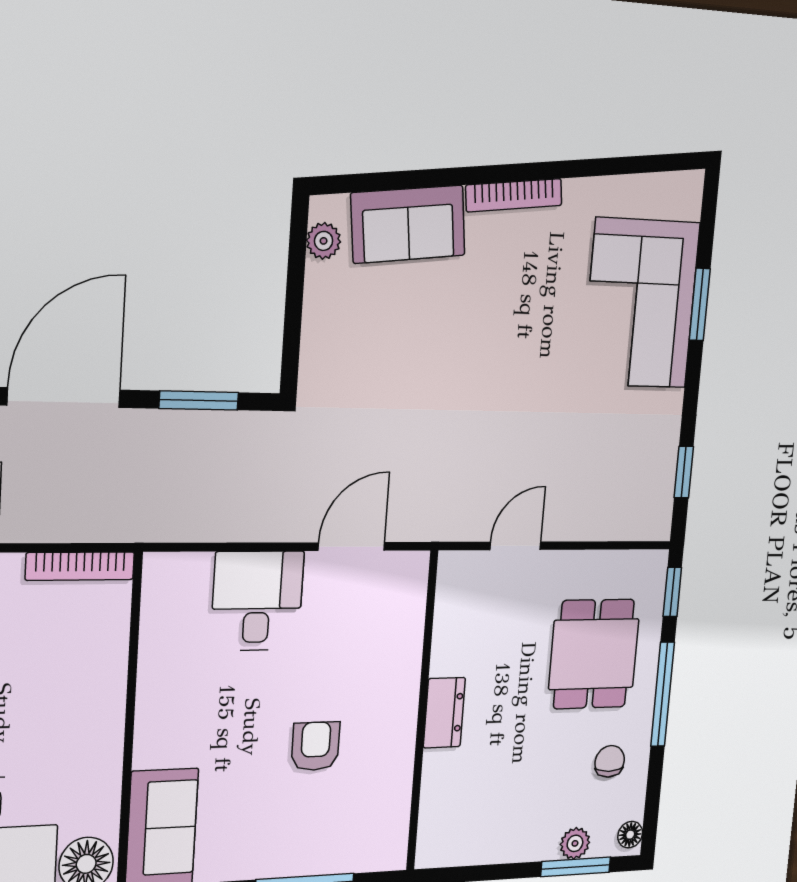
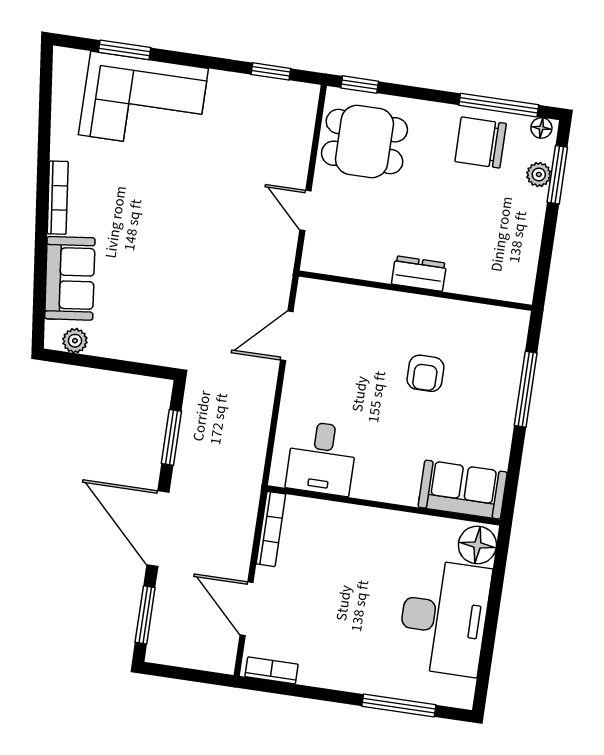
window: (700, 304) -> (124, 50), moved
door: (352, 546) -> (287, 336), hinge flipped
desk: (257, 601) -> (322, 458), moved, turned -90
dining table: (594, 654) -> (364, 142), moved
window: (663, 694) -> (499, 105), moved
armchair: (315, 746) -> (425, 373), turned -90
chair: (610, 761) -> (481, 143), width x1.87, depth x1.87

